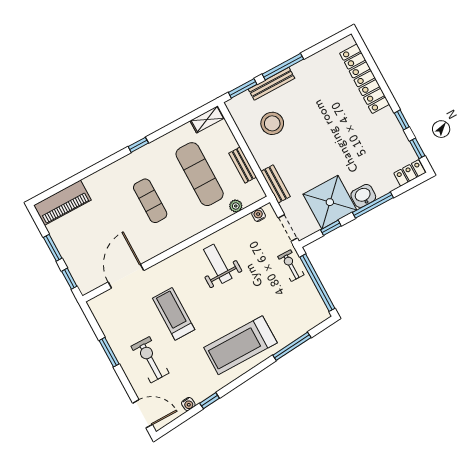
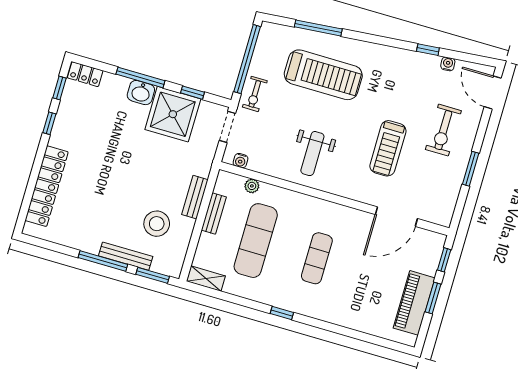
bench: (276, 184) -> (195, 197), moved
piano: (63, 203) -> (414, 303), moved, turned -90
treadmill: (240, 345) -> (323, 75), moved

